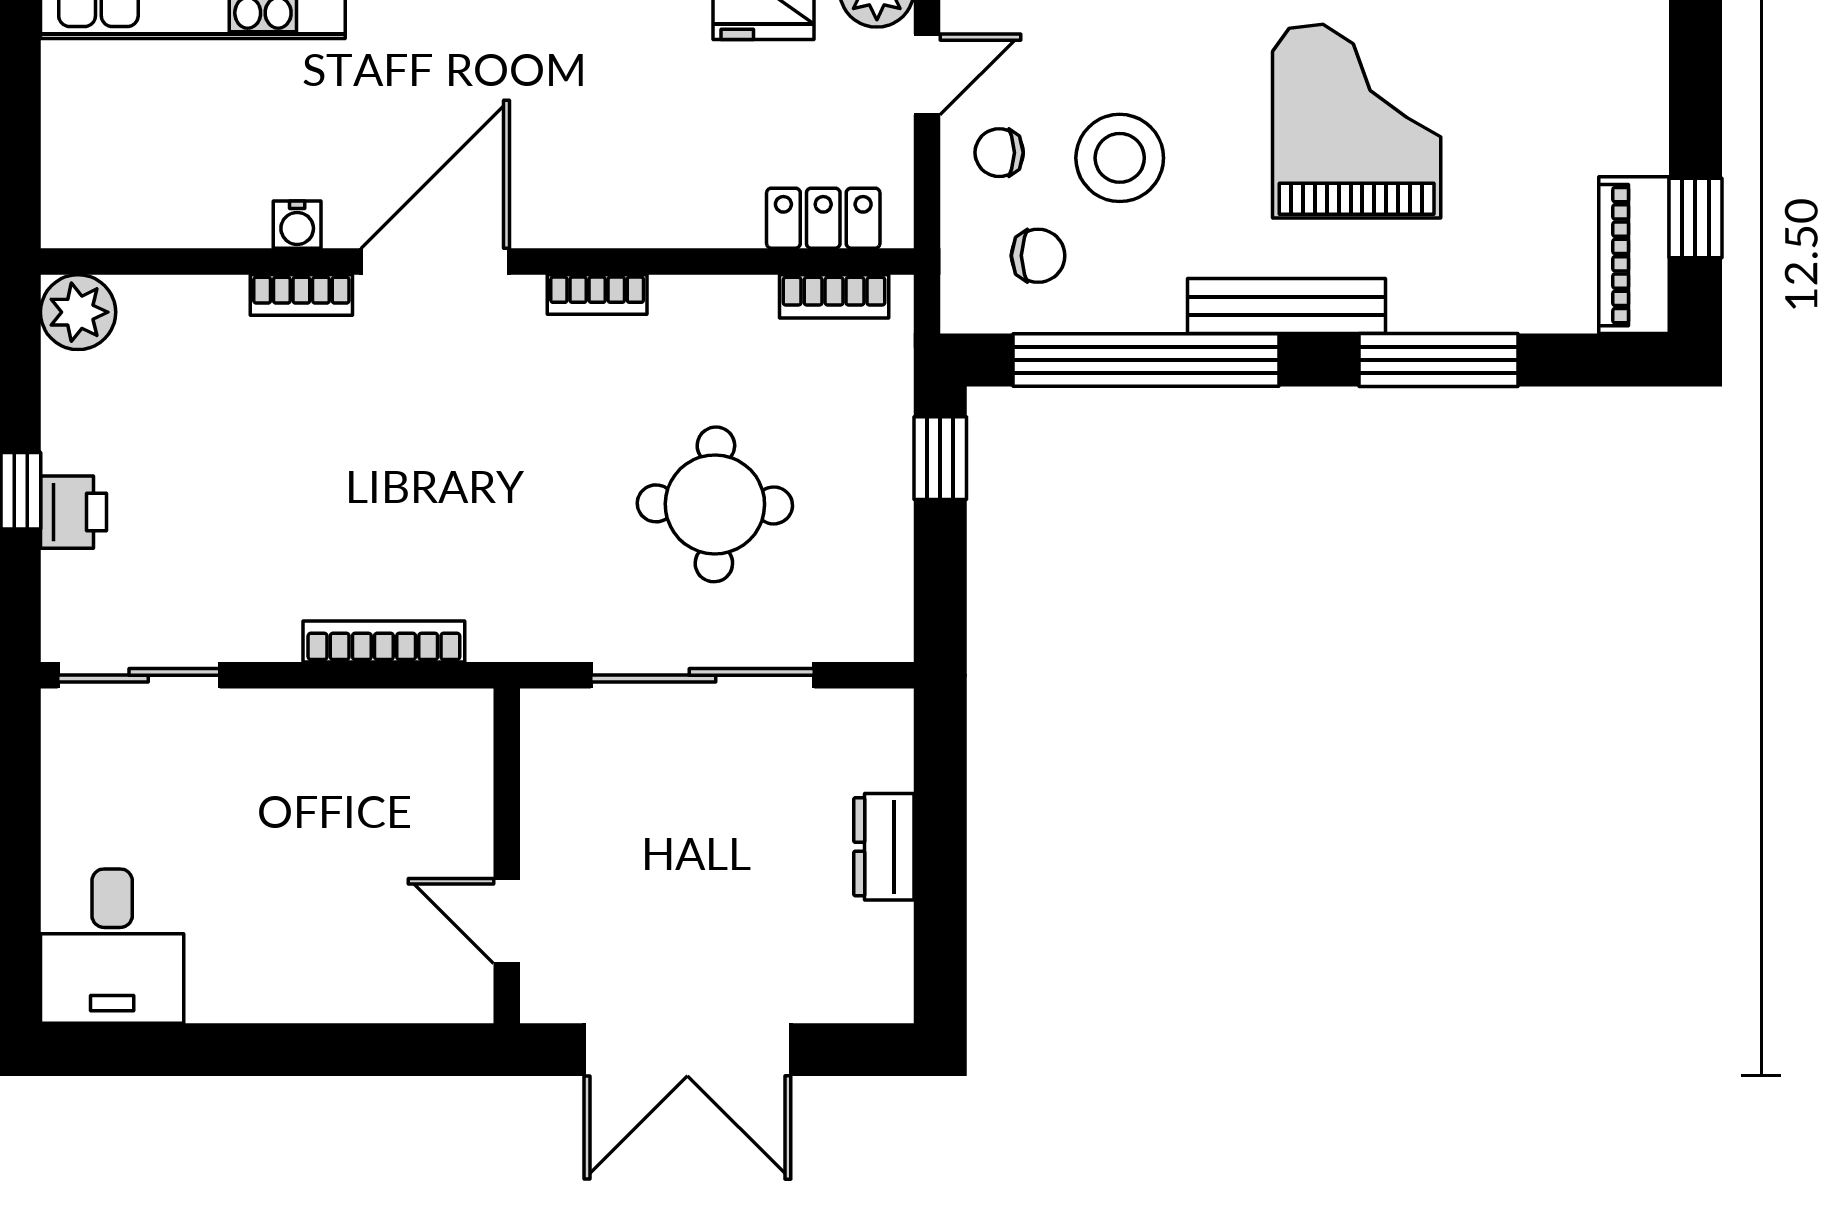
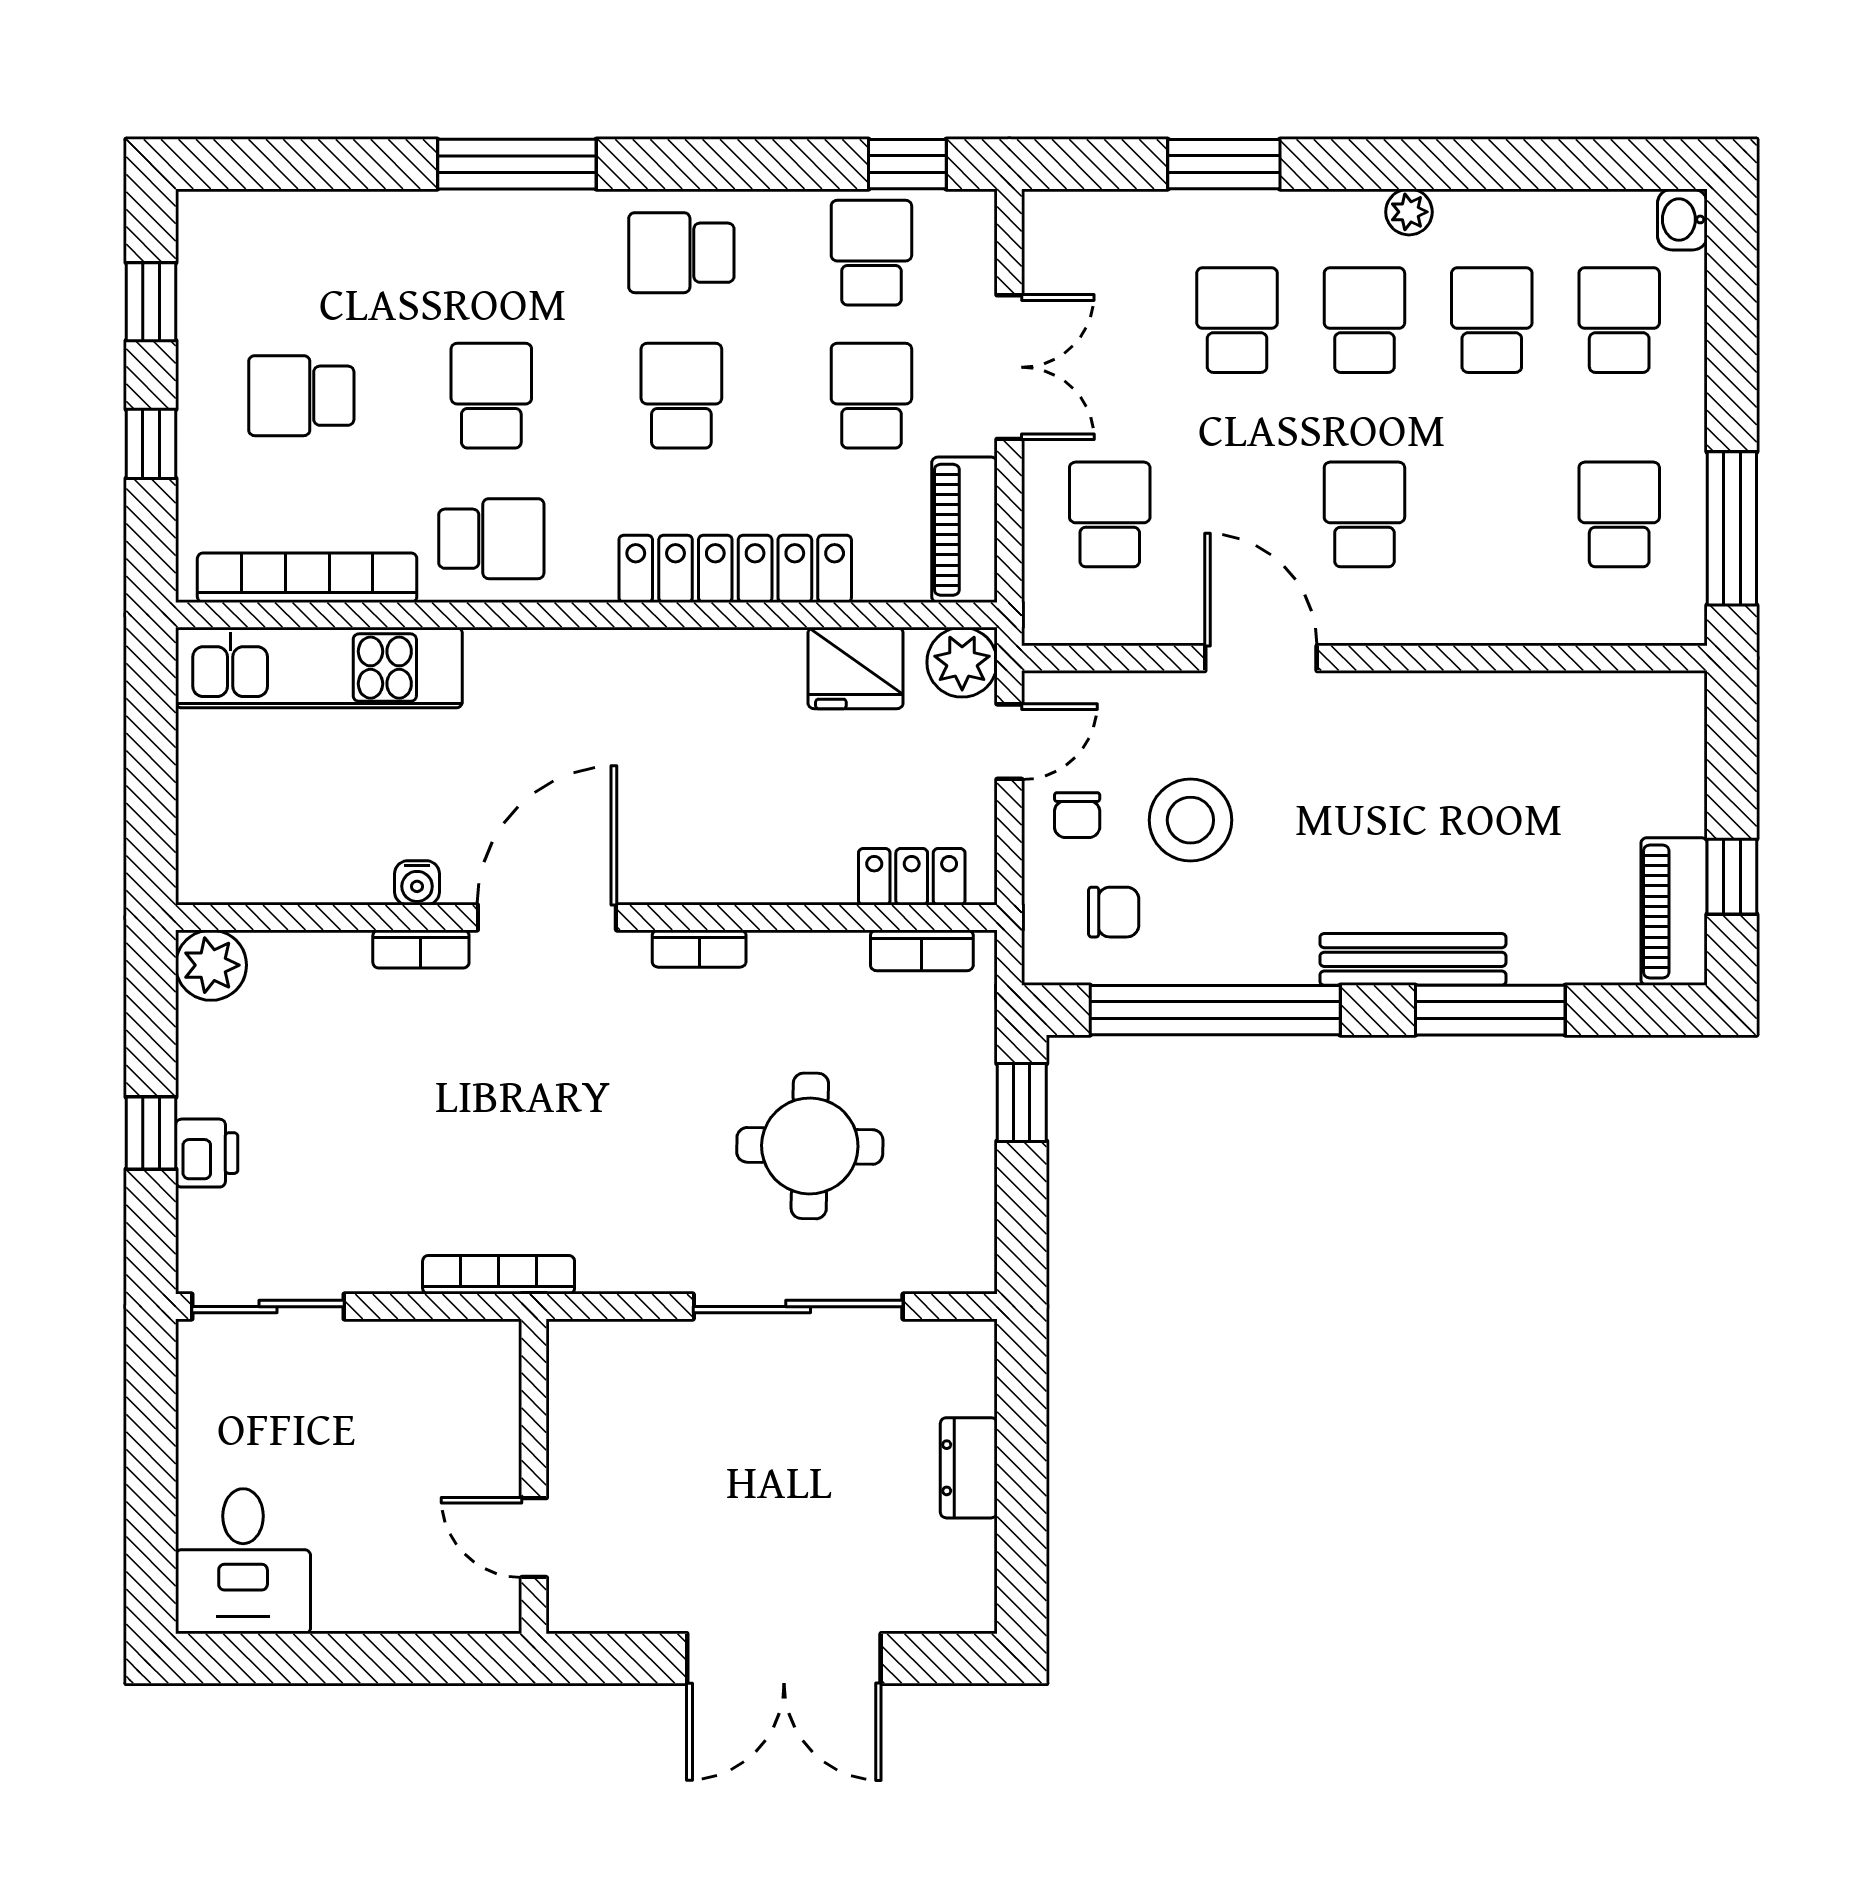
grand piano: (1357, 121) -> (1413, 786), removed
chair: (999, 153) -> (1077, 815), turned -90
bench: (1286, 306) -> (1413, 959), moved
wall: (507, 856) -> (534, 1476), moved
door: (507, 921) -> (534, 1538), moved

